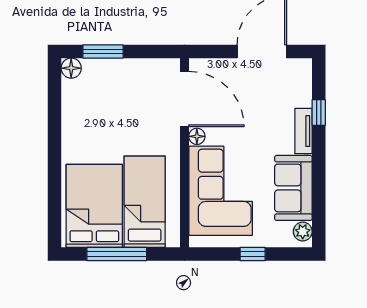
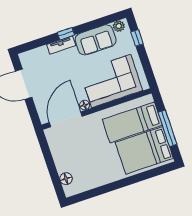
window: (103, 51) -> (54, 175), removed
floor lamp: (71, 68) -> (66, 179), moved
window: (319, 113) -> (66, 34), moved
window: (253, 254) -> (137, 38), moved

